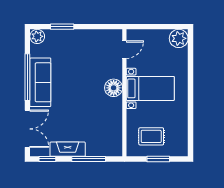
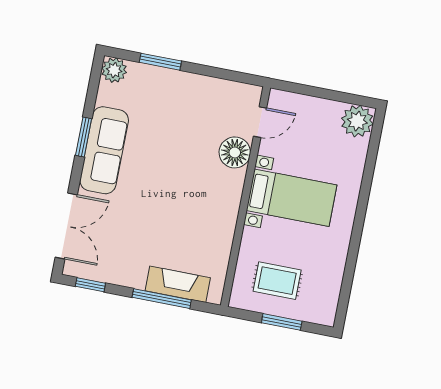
window: (27, 77) -> (84, 137), width x0.47
floor lamp: (114, 88) -> (235, 152), moved
fireplace: (68, 149) -> (178, 284), moved

